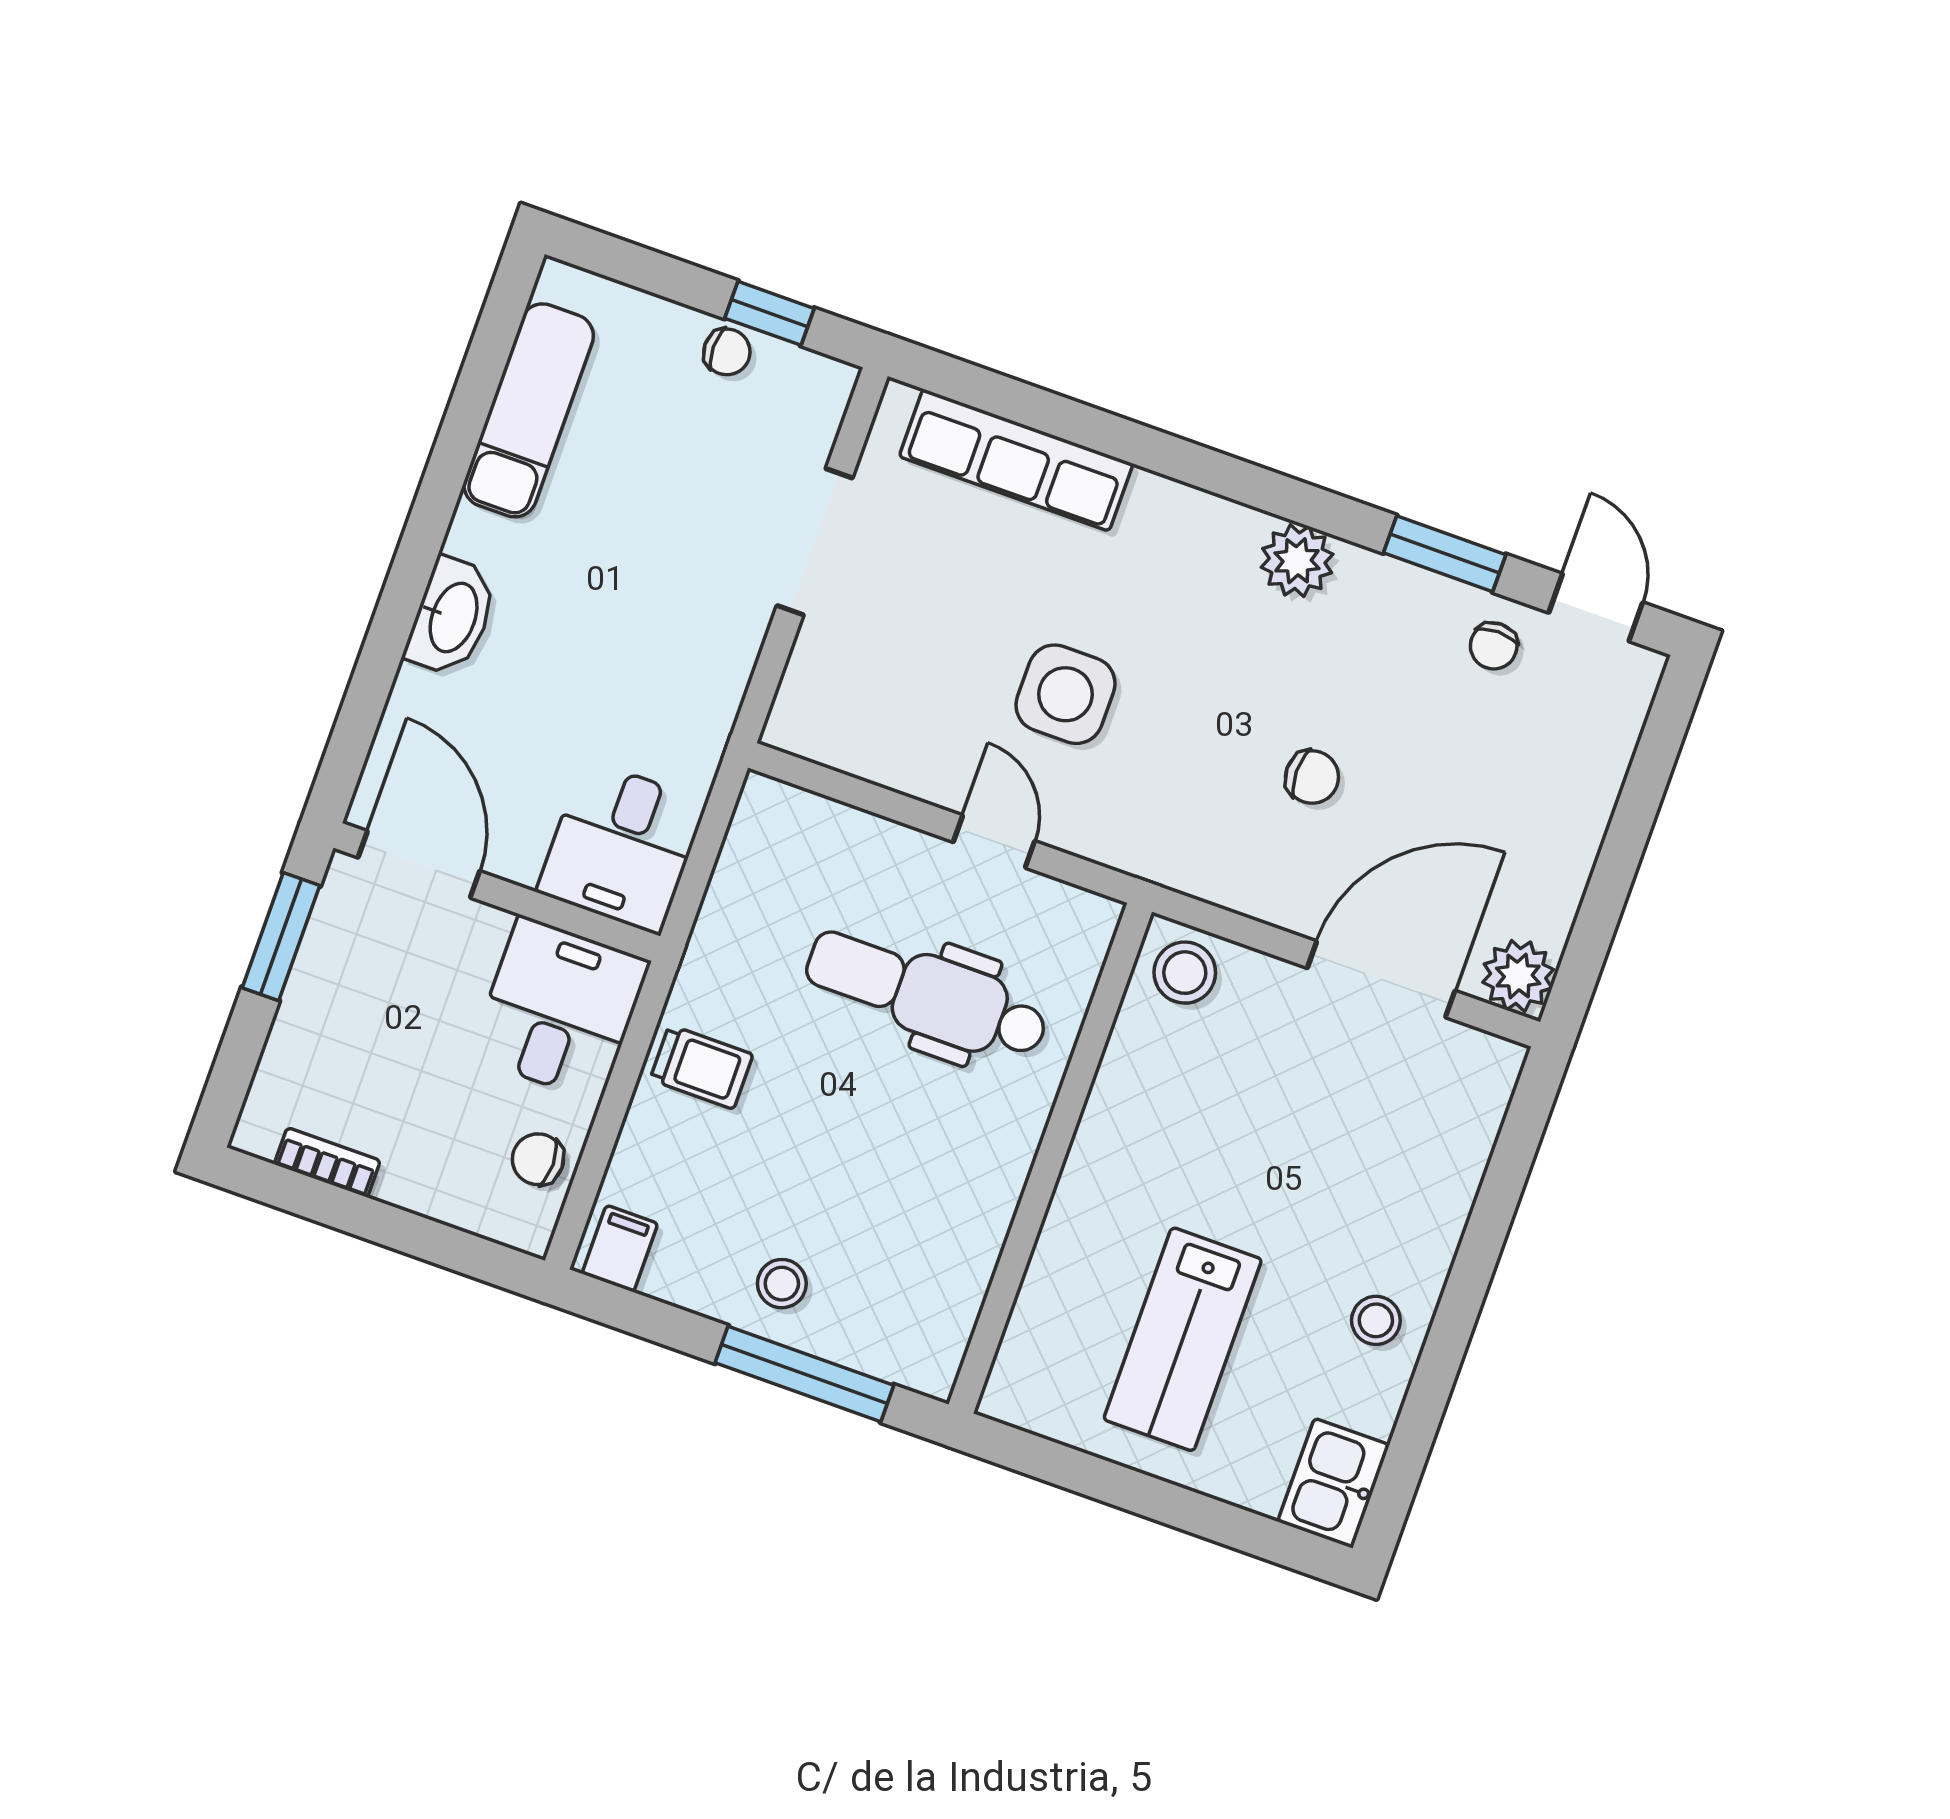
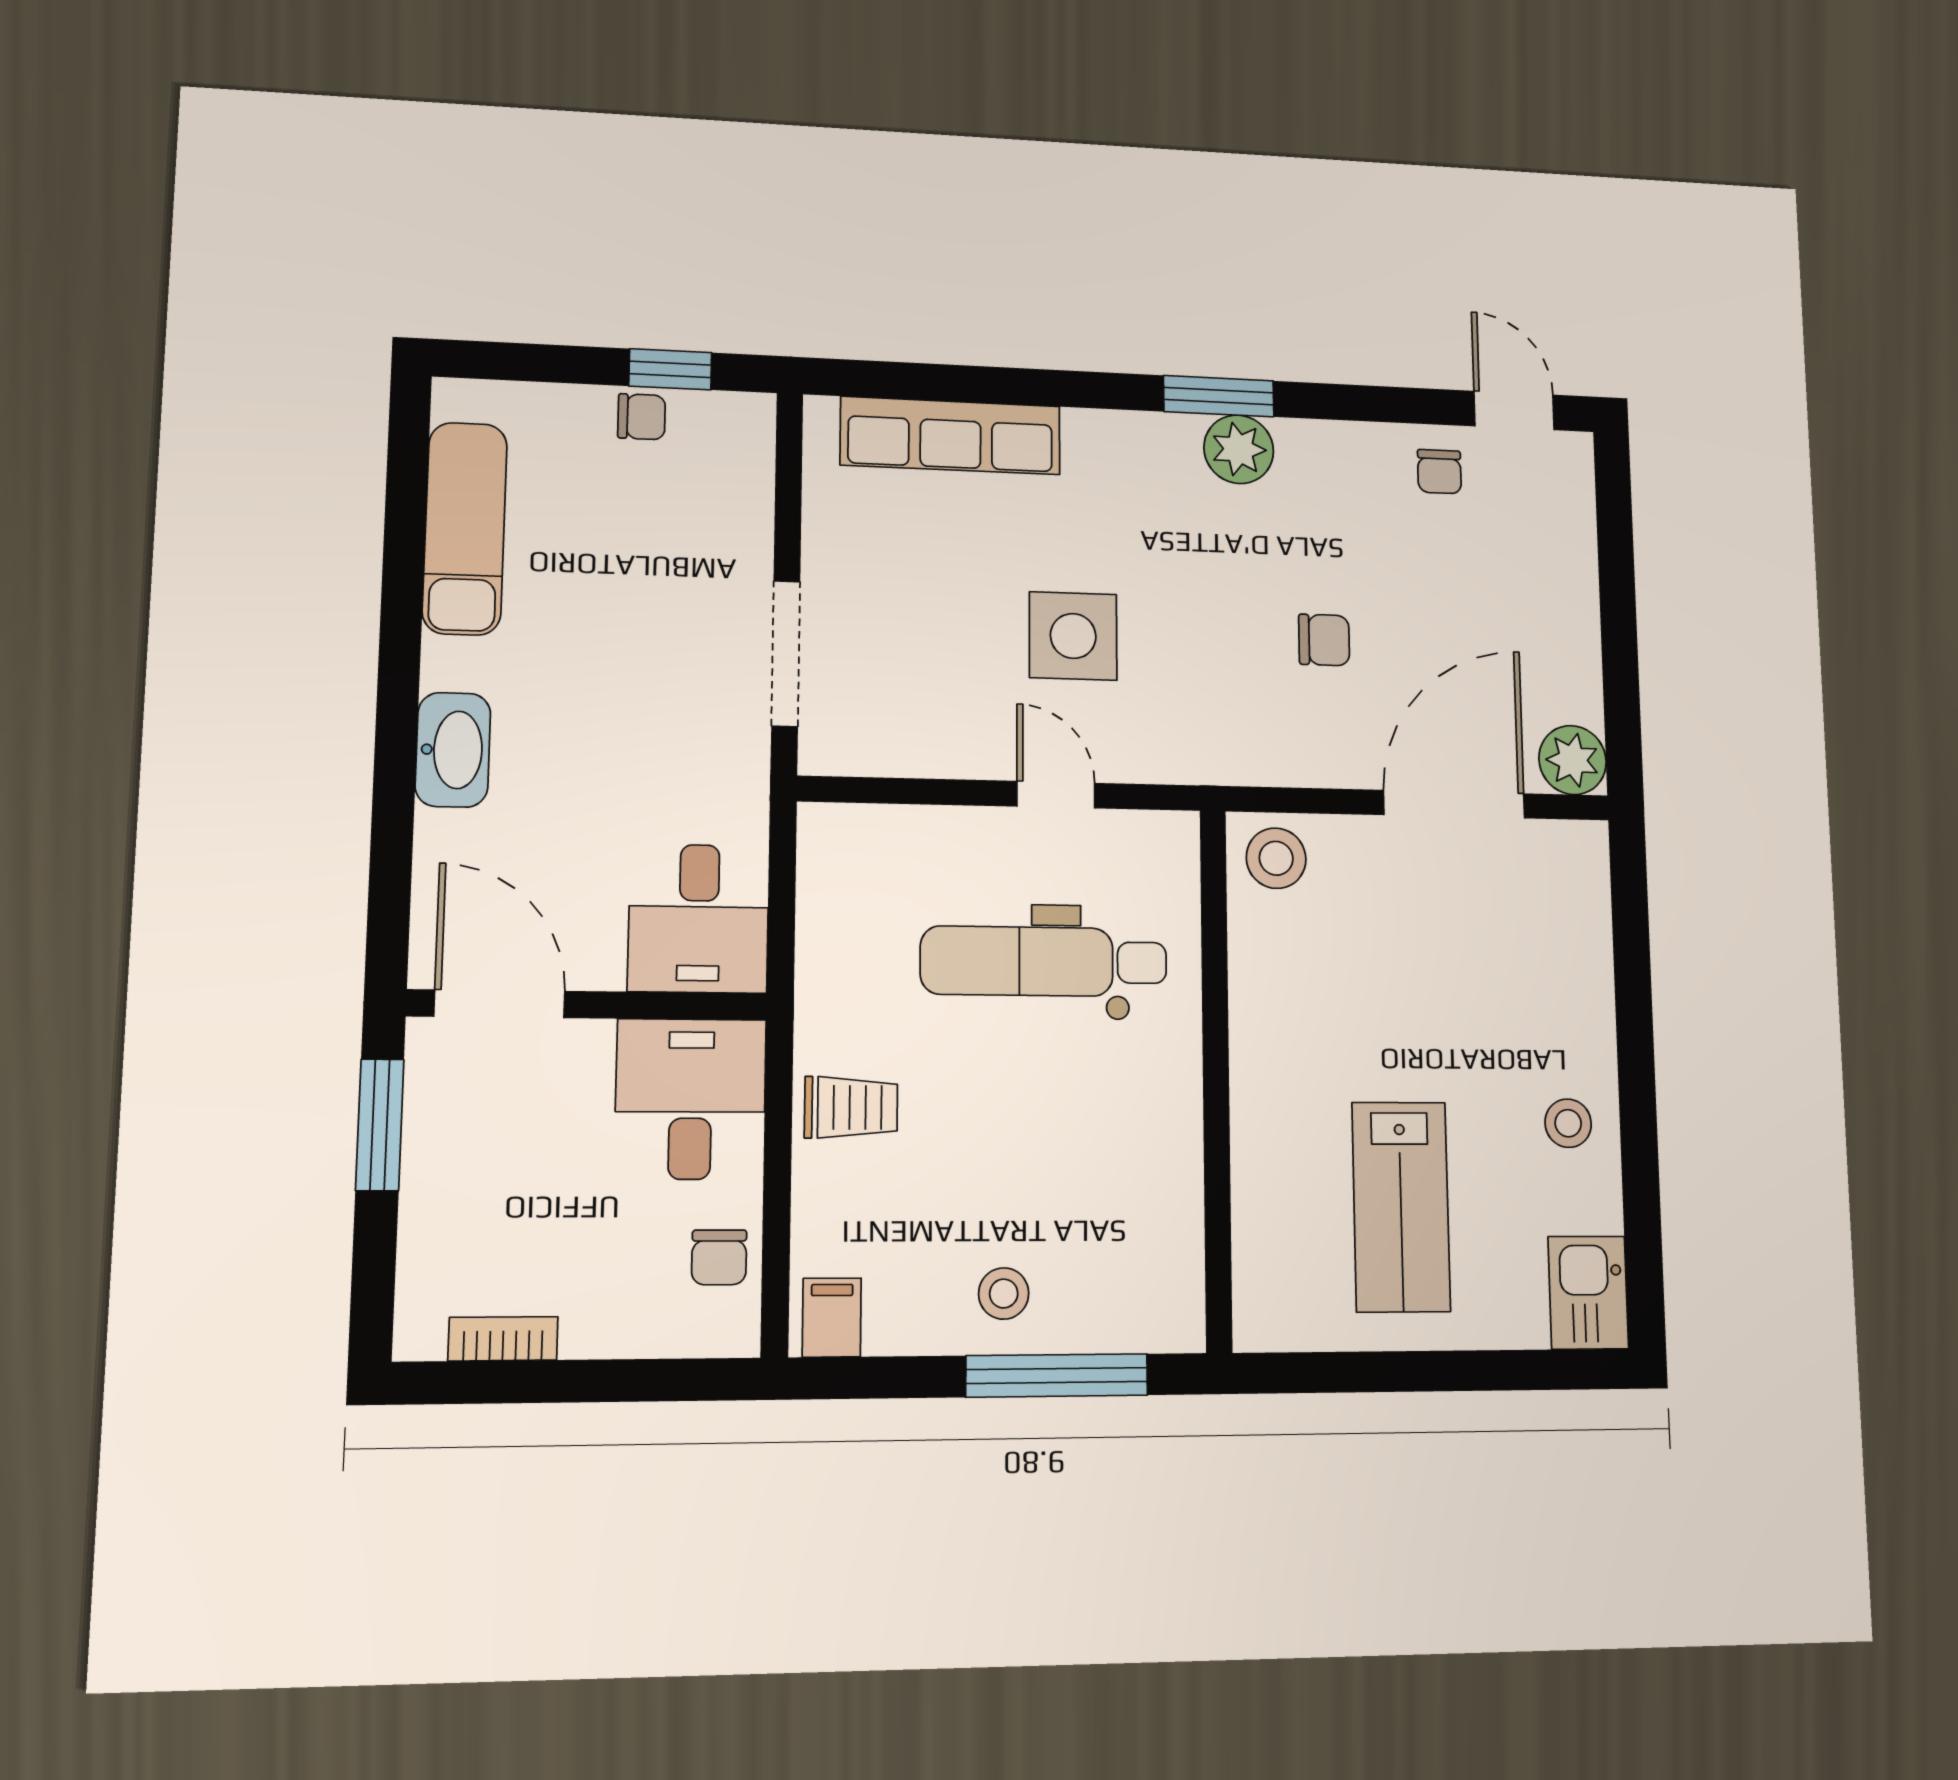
doorway: (815, 542) -> (786, 654), moved
window: (1445, 554) -> (1219, 396), moved
chair: (538, 1159) -> (719, 1257), turned -90

